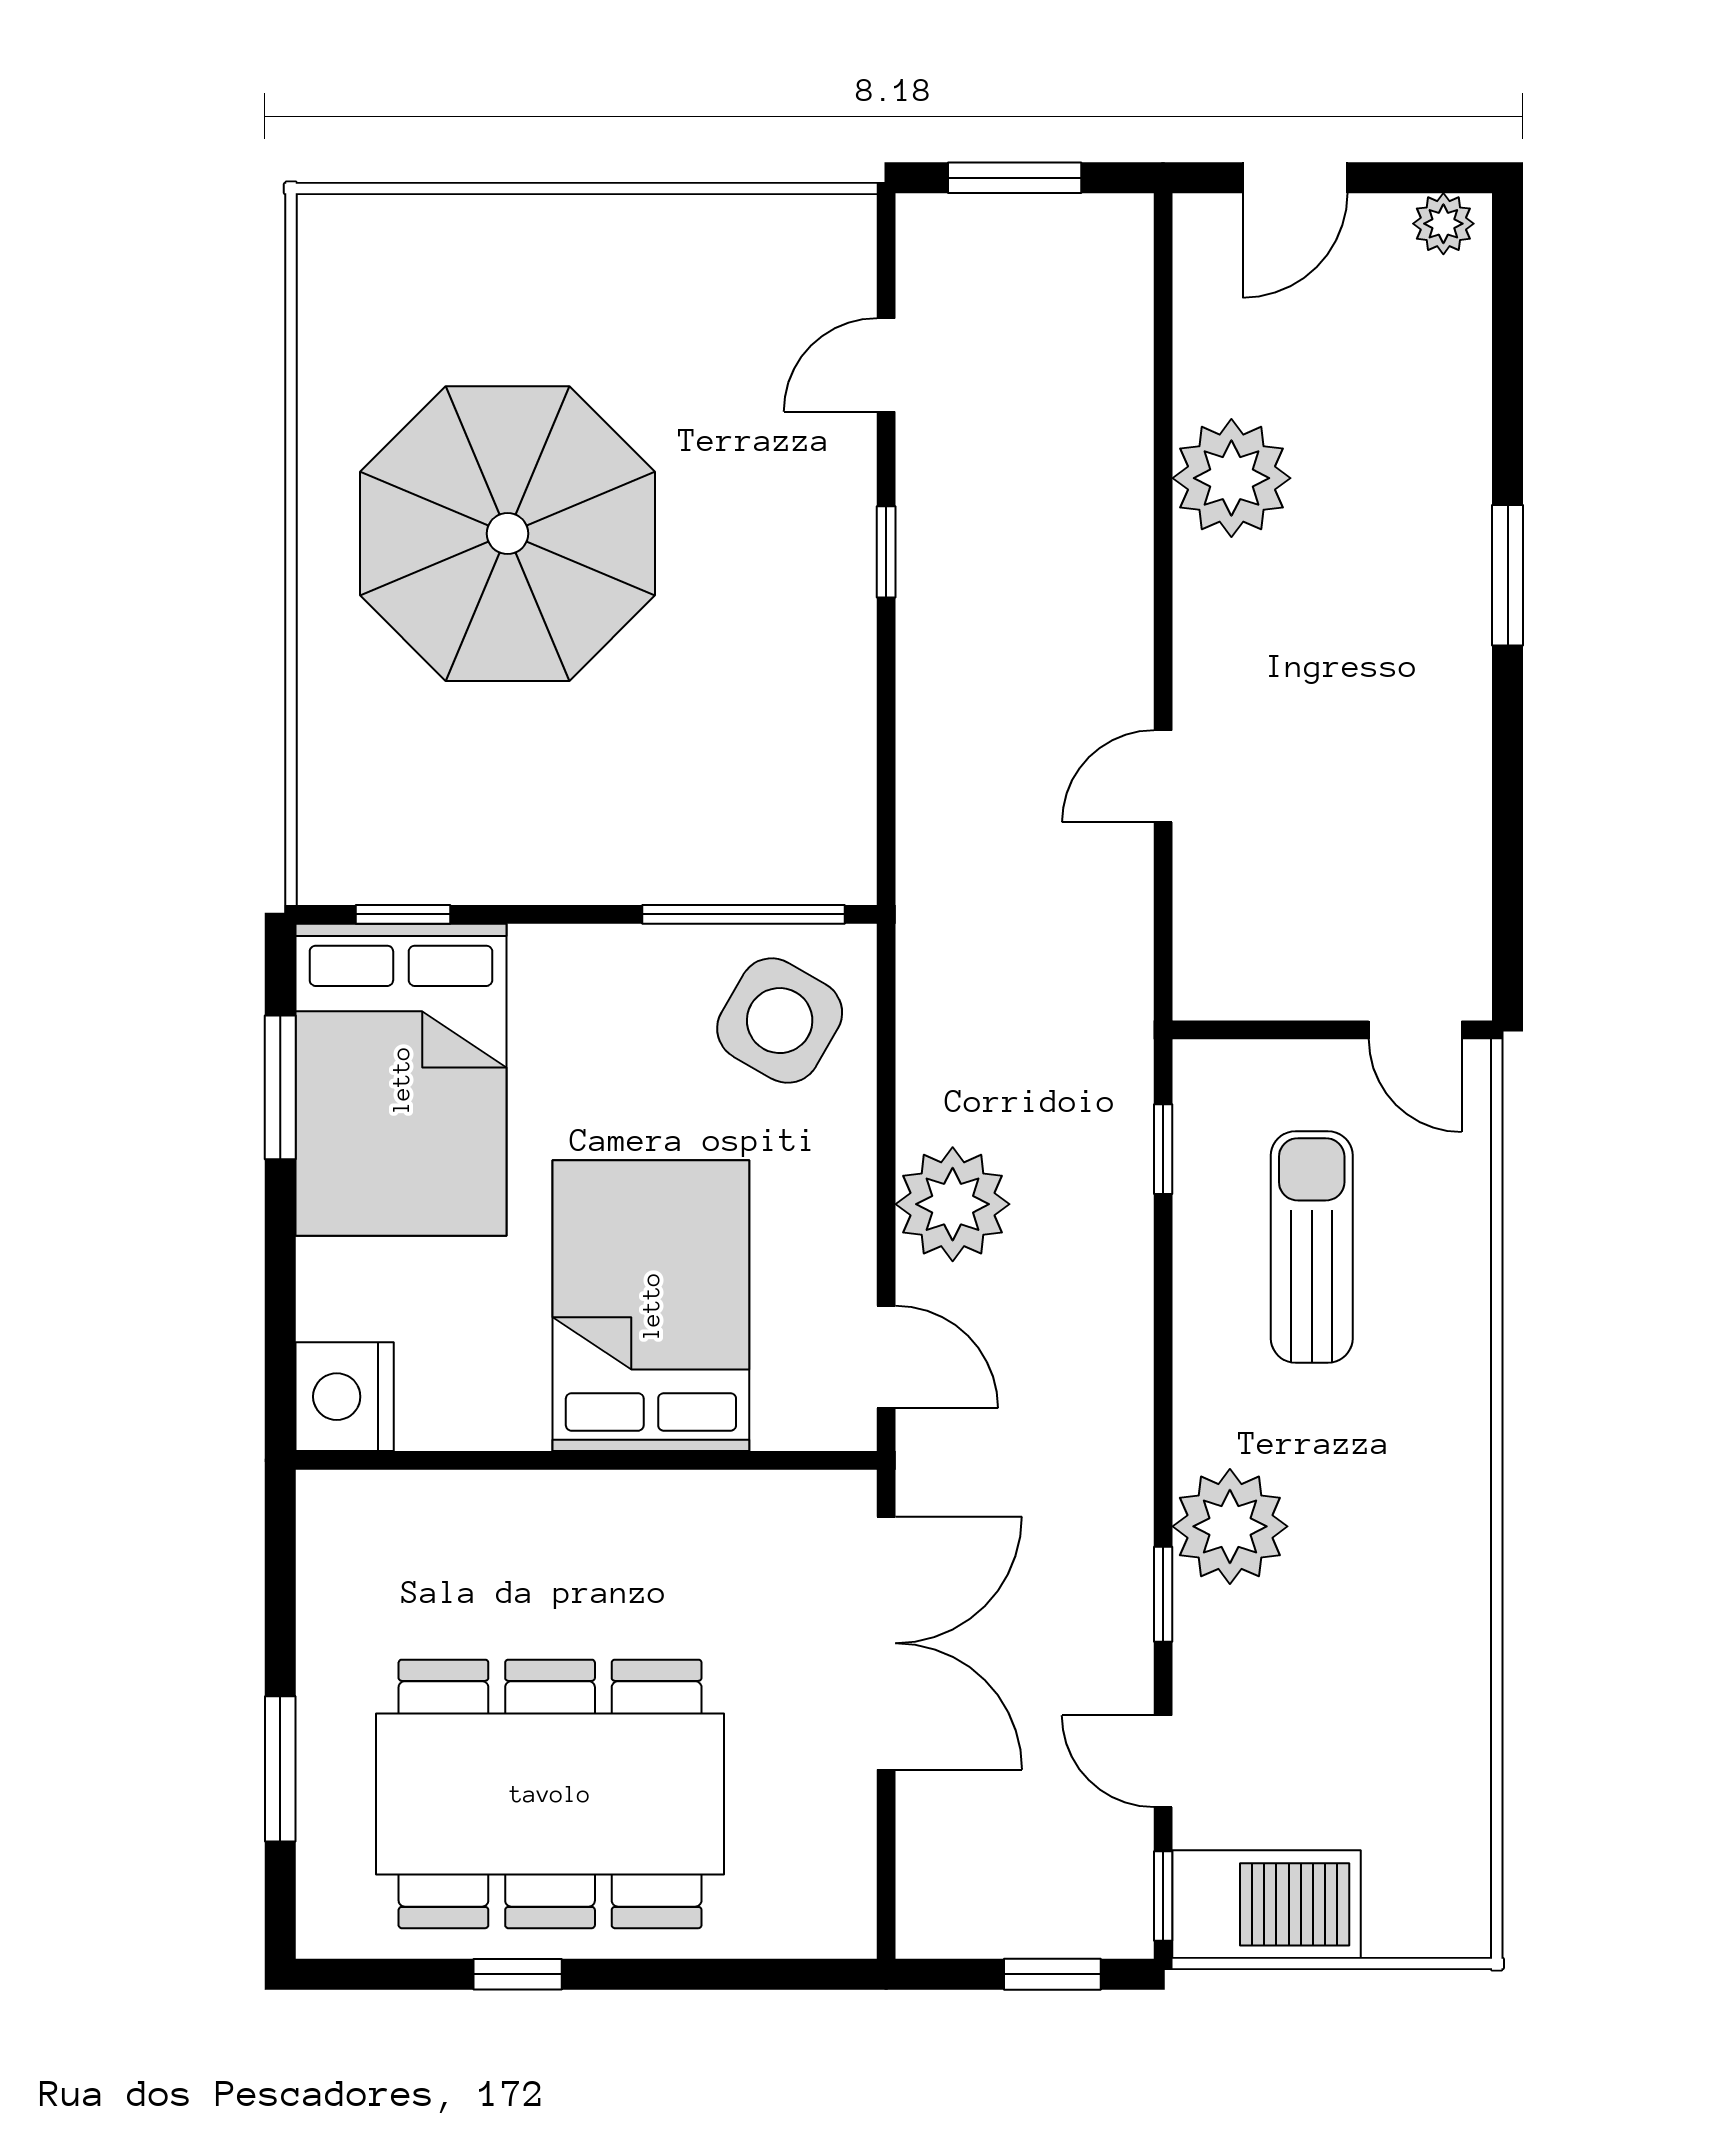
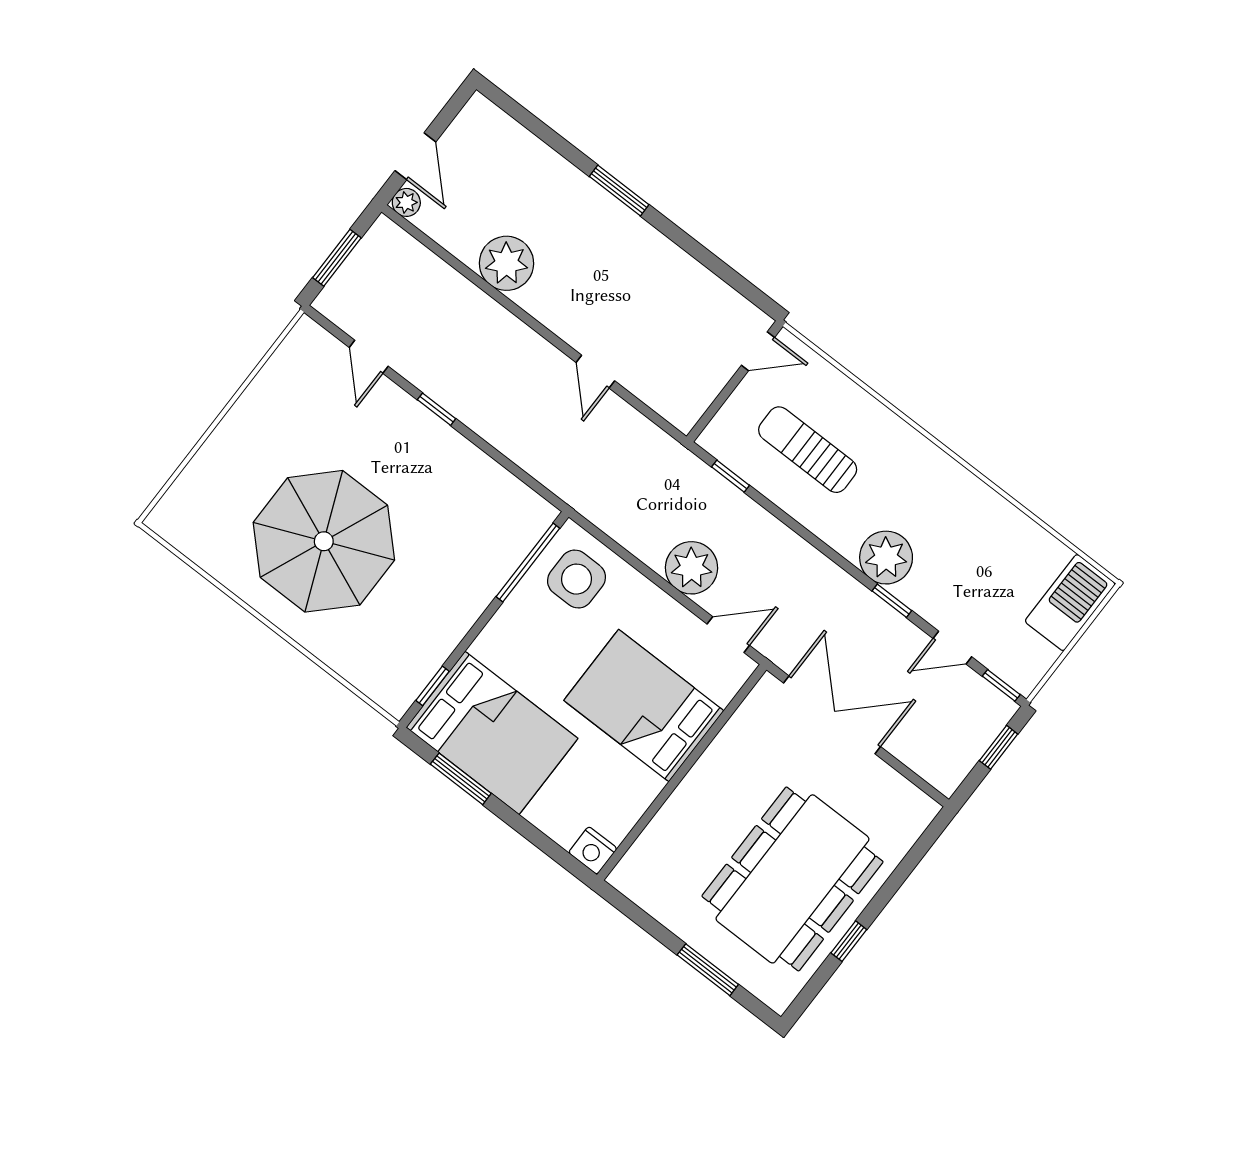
plant: (1443, 224) -> (406, 202), moved
side table: (780, 1021) -> (577, 579), turned -30
nightstand: (345, 1397) -> (593, 851), width x0.74, depth x0.75
barbecue: (1266, 1904) -> (1070, 603), moved

